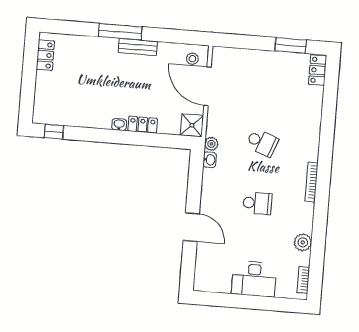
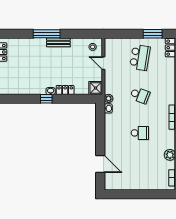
school desk: (267, 82) -> (140, 57), added
door: (207, 86) -> (103, 63), width x0.53
window: (54, 132) -> (46, 99), moved
door: (191, 227) -> (100, 164), moved
desk: (254, 279) -> (142, 180), removed

